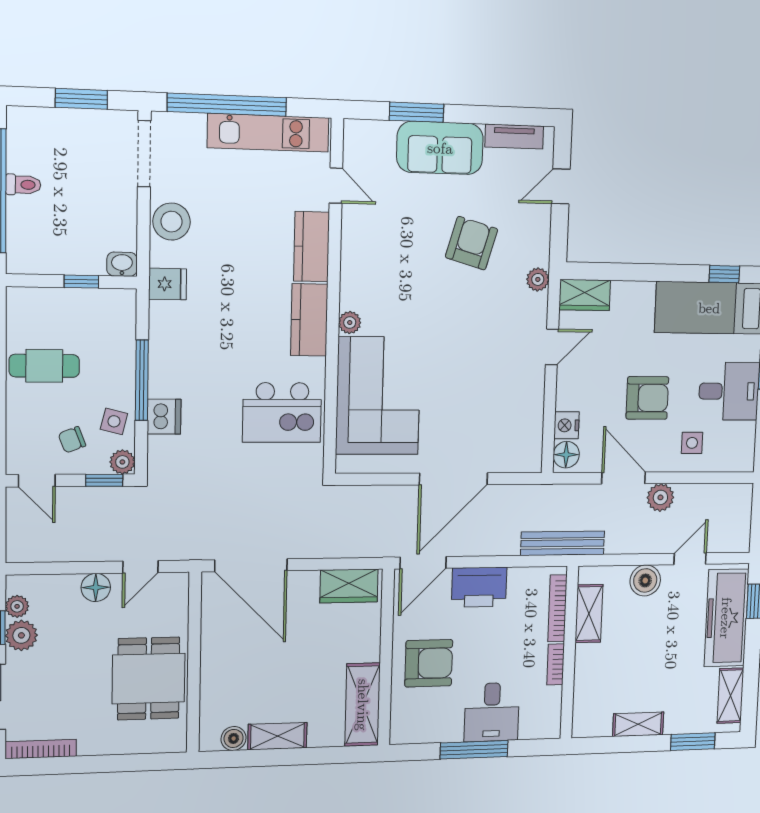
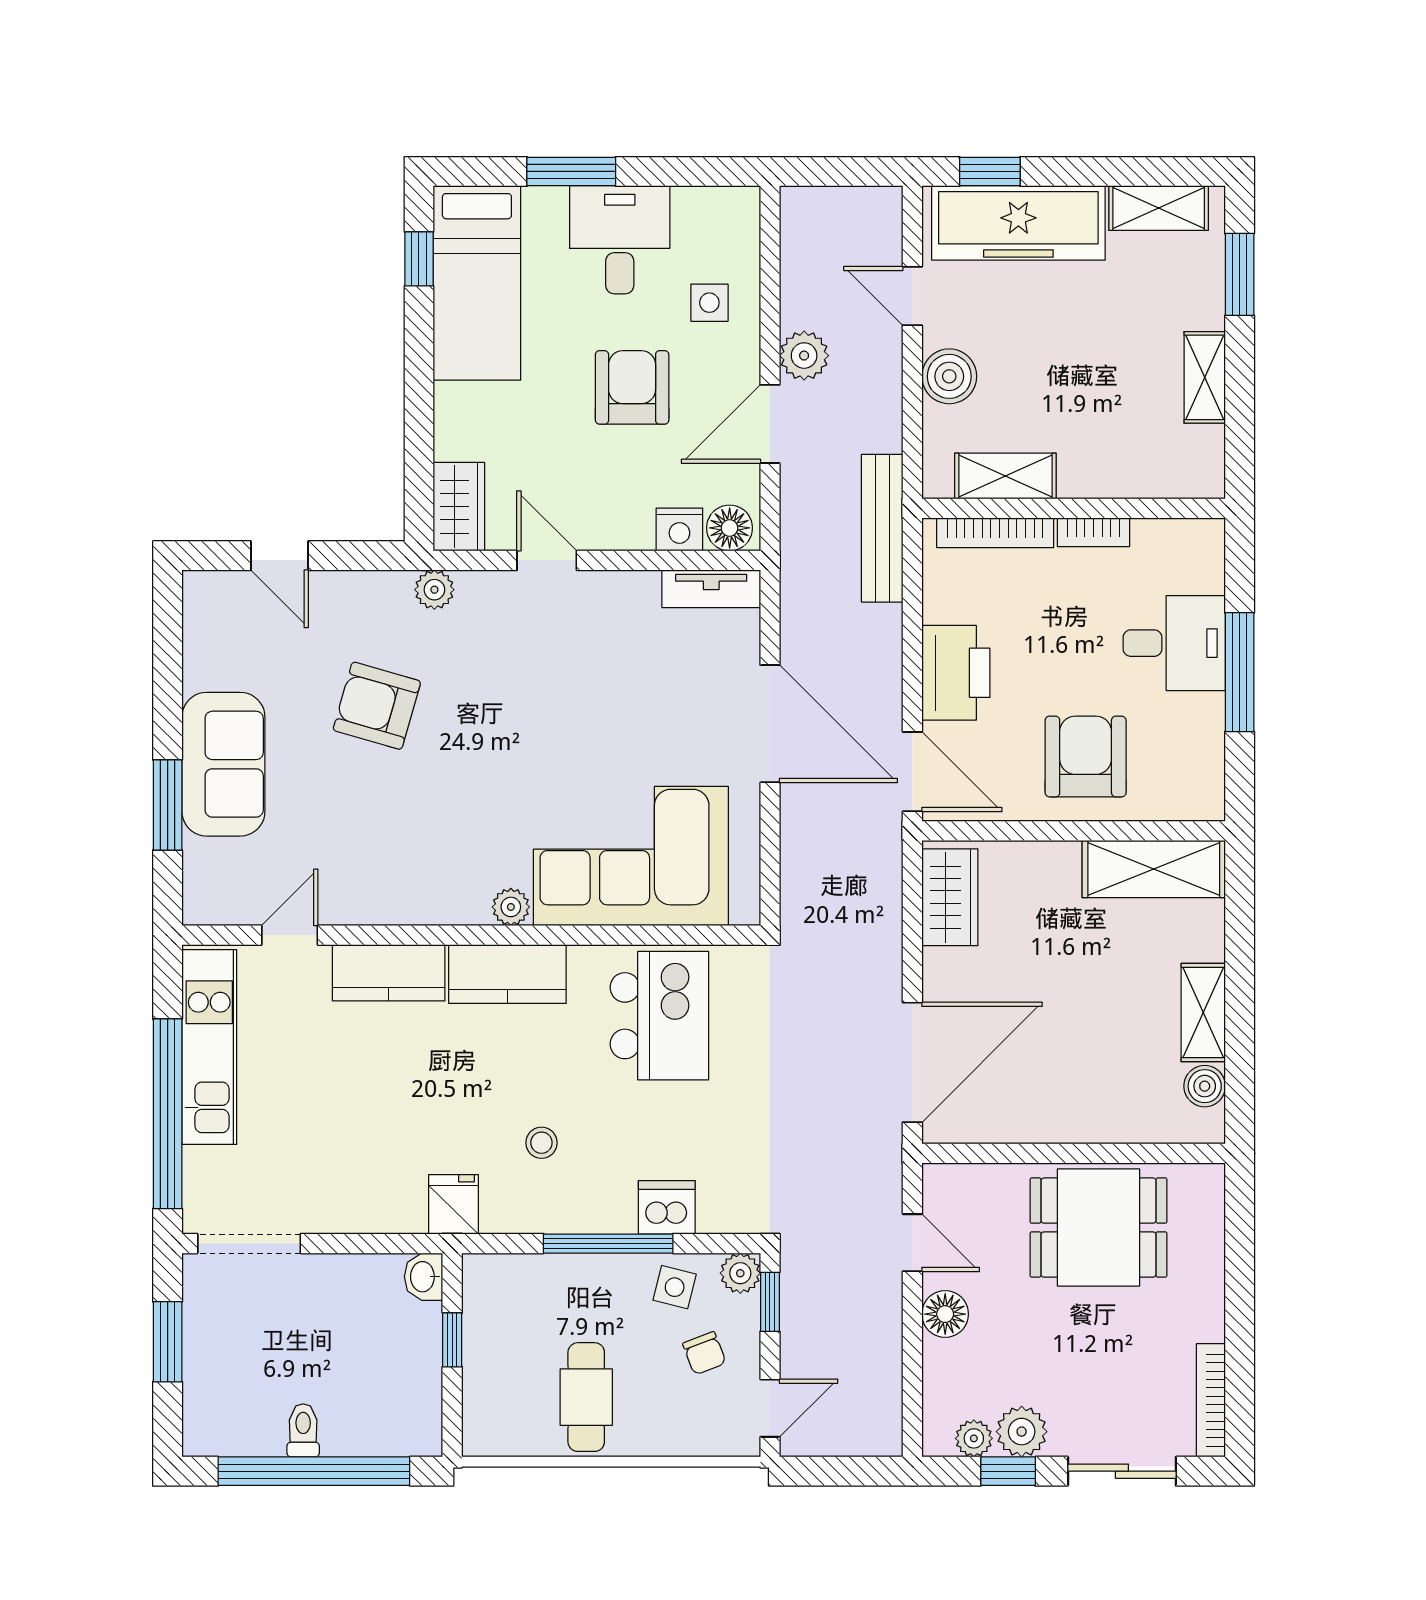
tv unit: (514, 137) -> (711, 589), moved, turned 90
stool: (171, 222) -> (541, 1143), moved, width x0.53, depth x0.53

